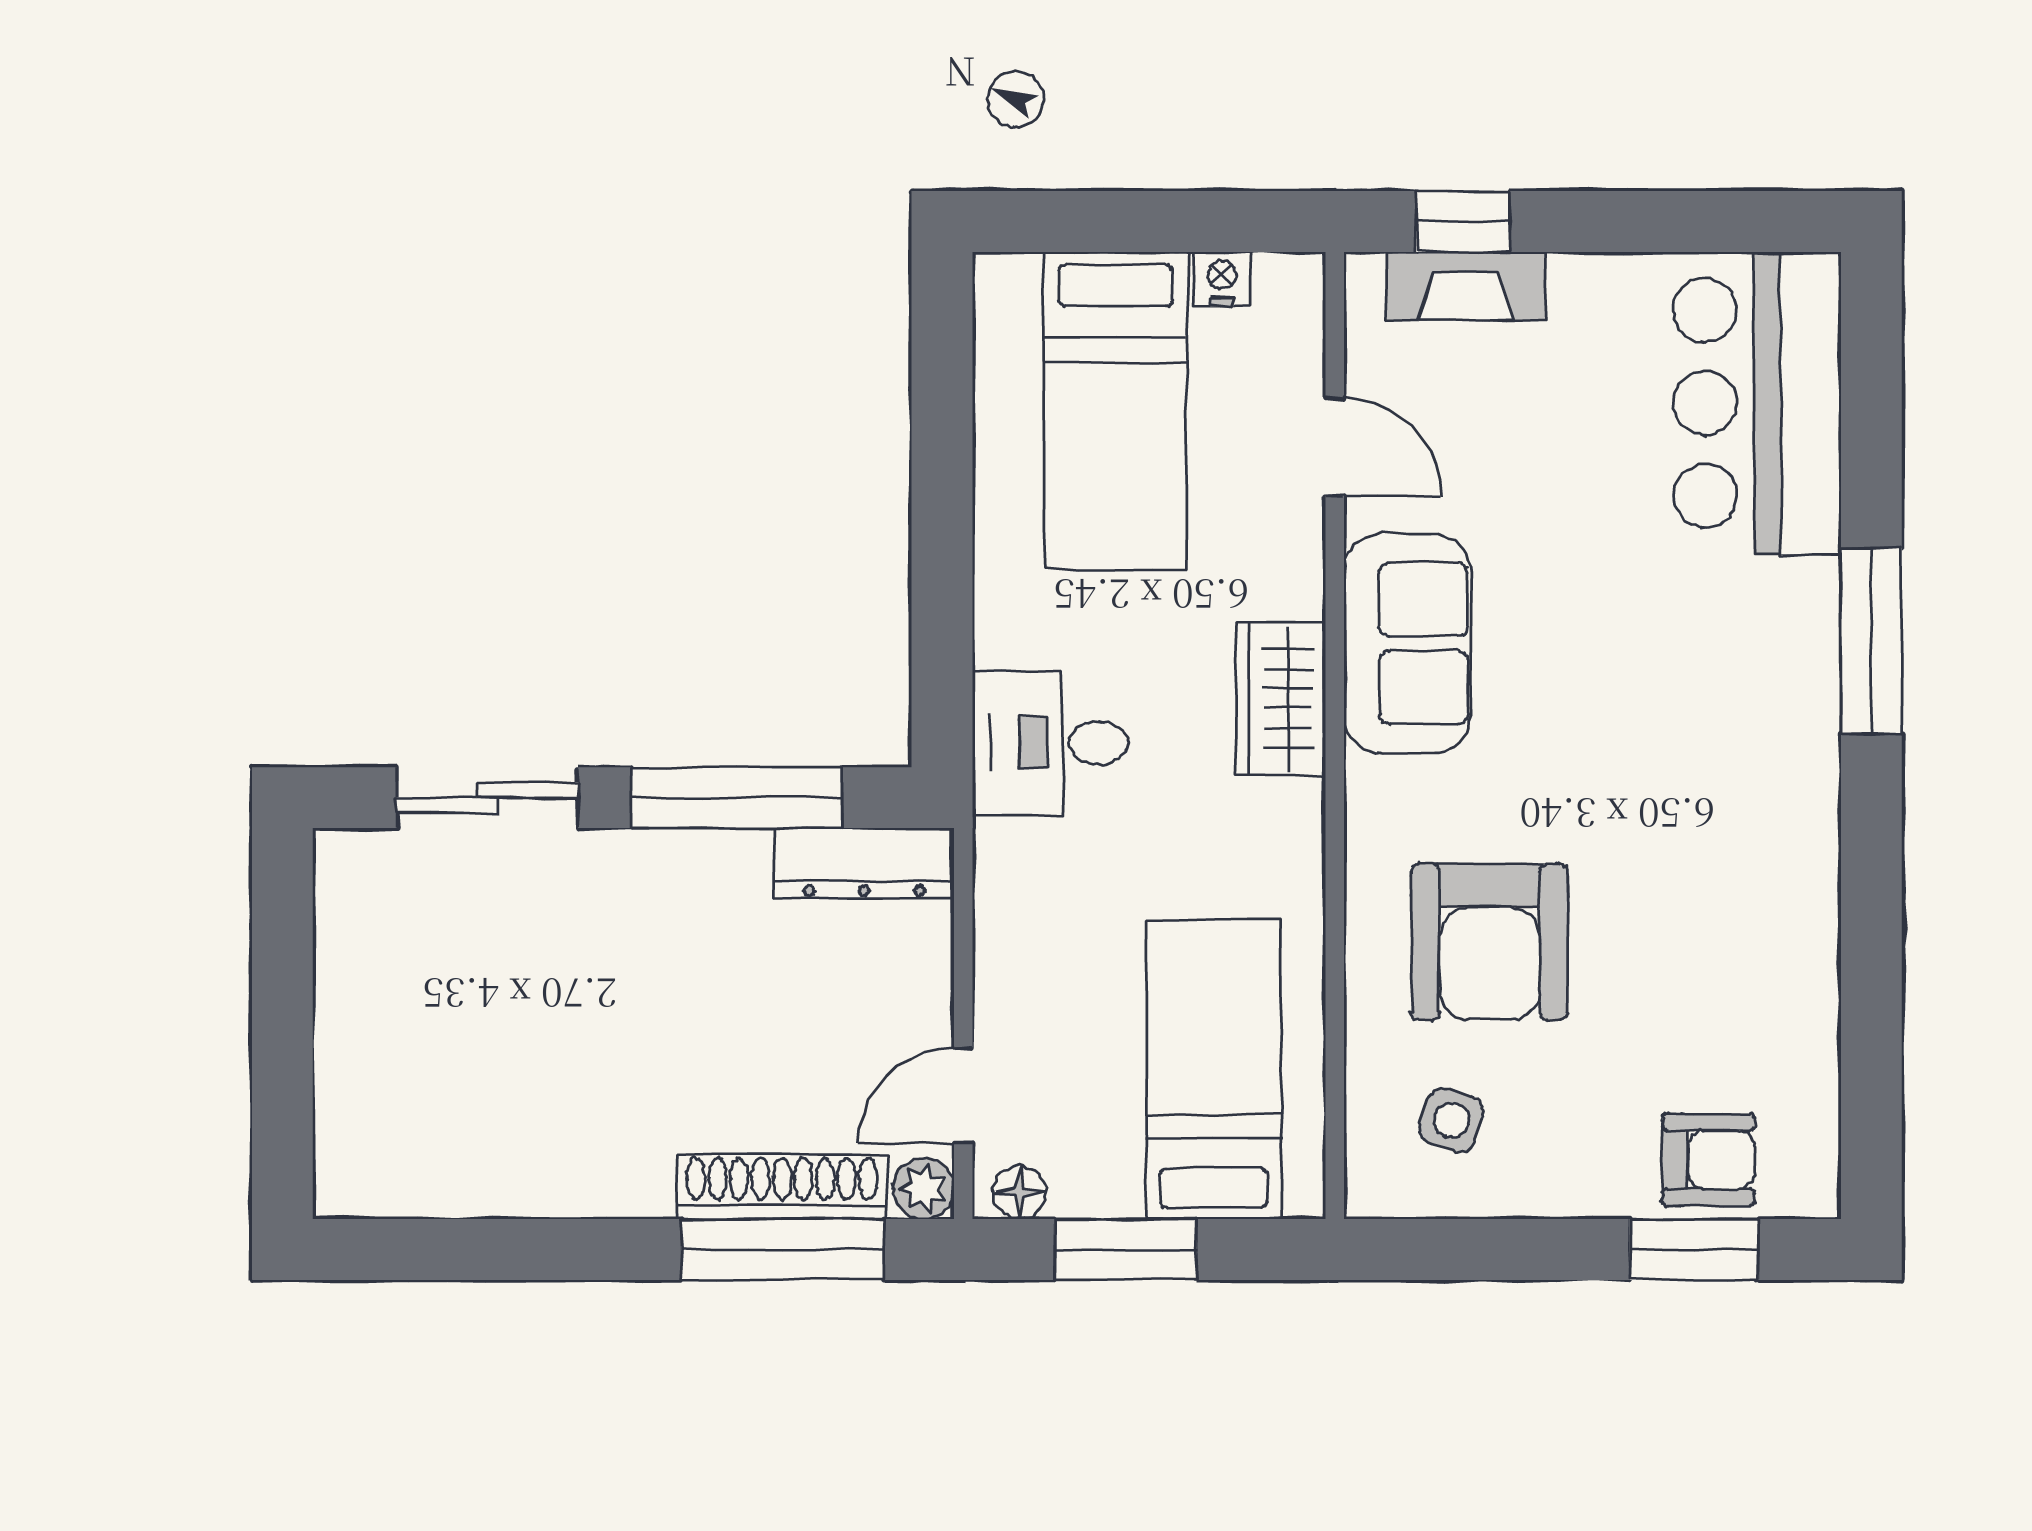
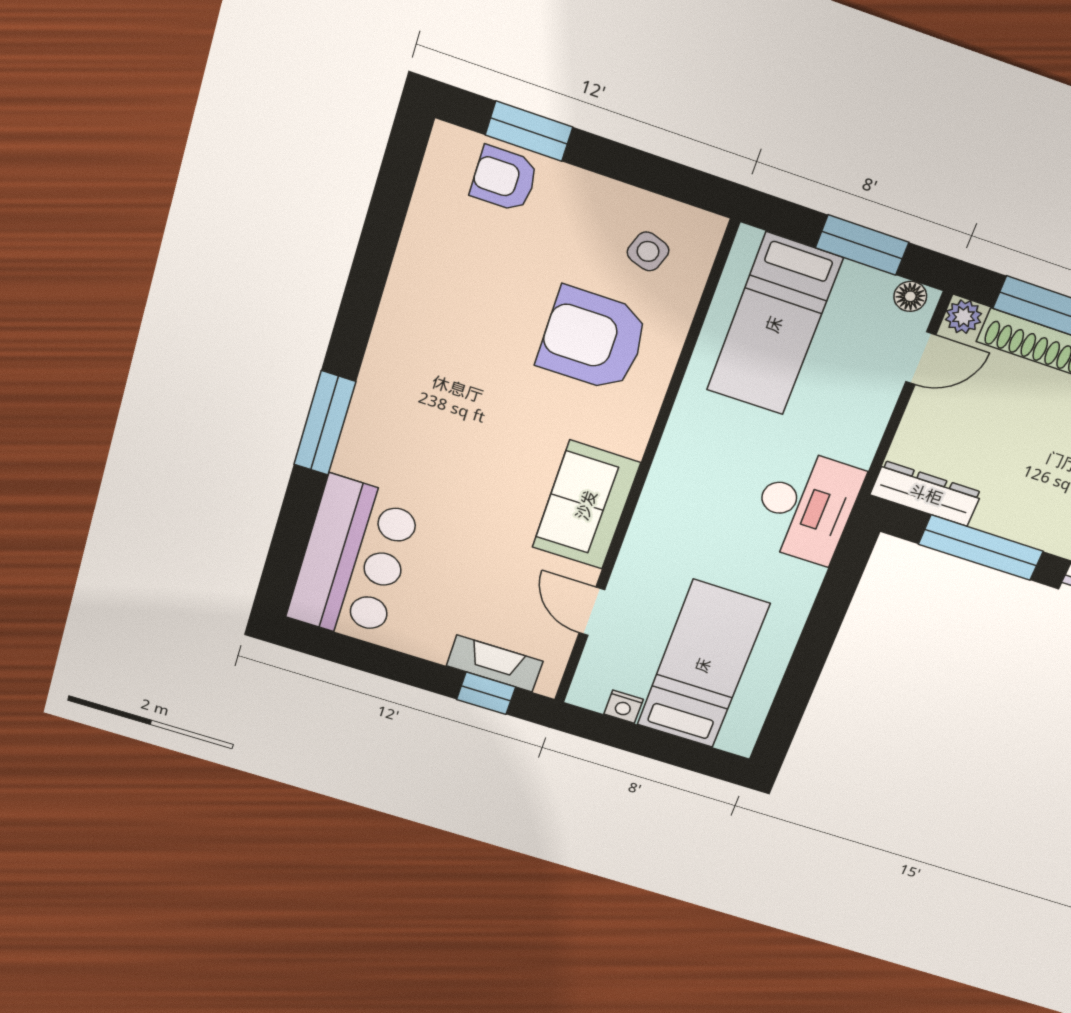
wardrobe: (1281, 699) -> (666, 500), removed
desk: (1050, 743) -> (806, 506), width x1.37
armchair: (1490, 942) -> (593, 339), turned -90

